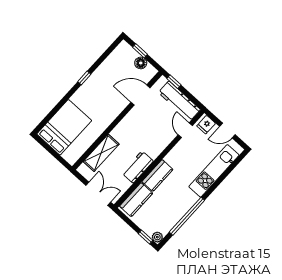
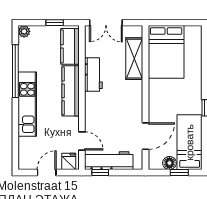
bed: (115, 65) -> (190, 142), added
window: (174, 82) -> (100, 172), moved
bed: (64, 127) -> (166, 52), moved
kitchen unit: (214, 171) -> (27, 104), moved
kitchen counter: (157, 176) -> (71, 91), width x1.50
window: (145, 237) -> (55, 23), moved

